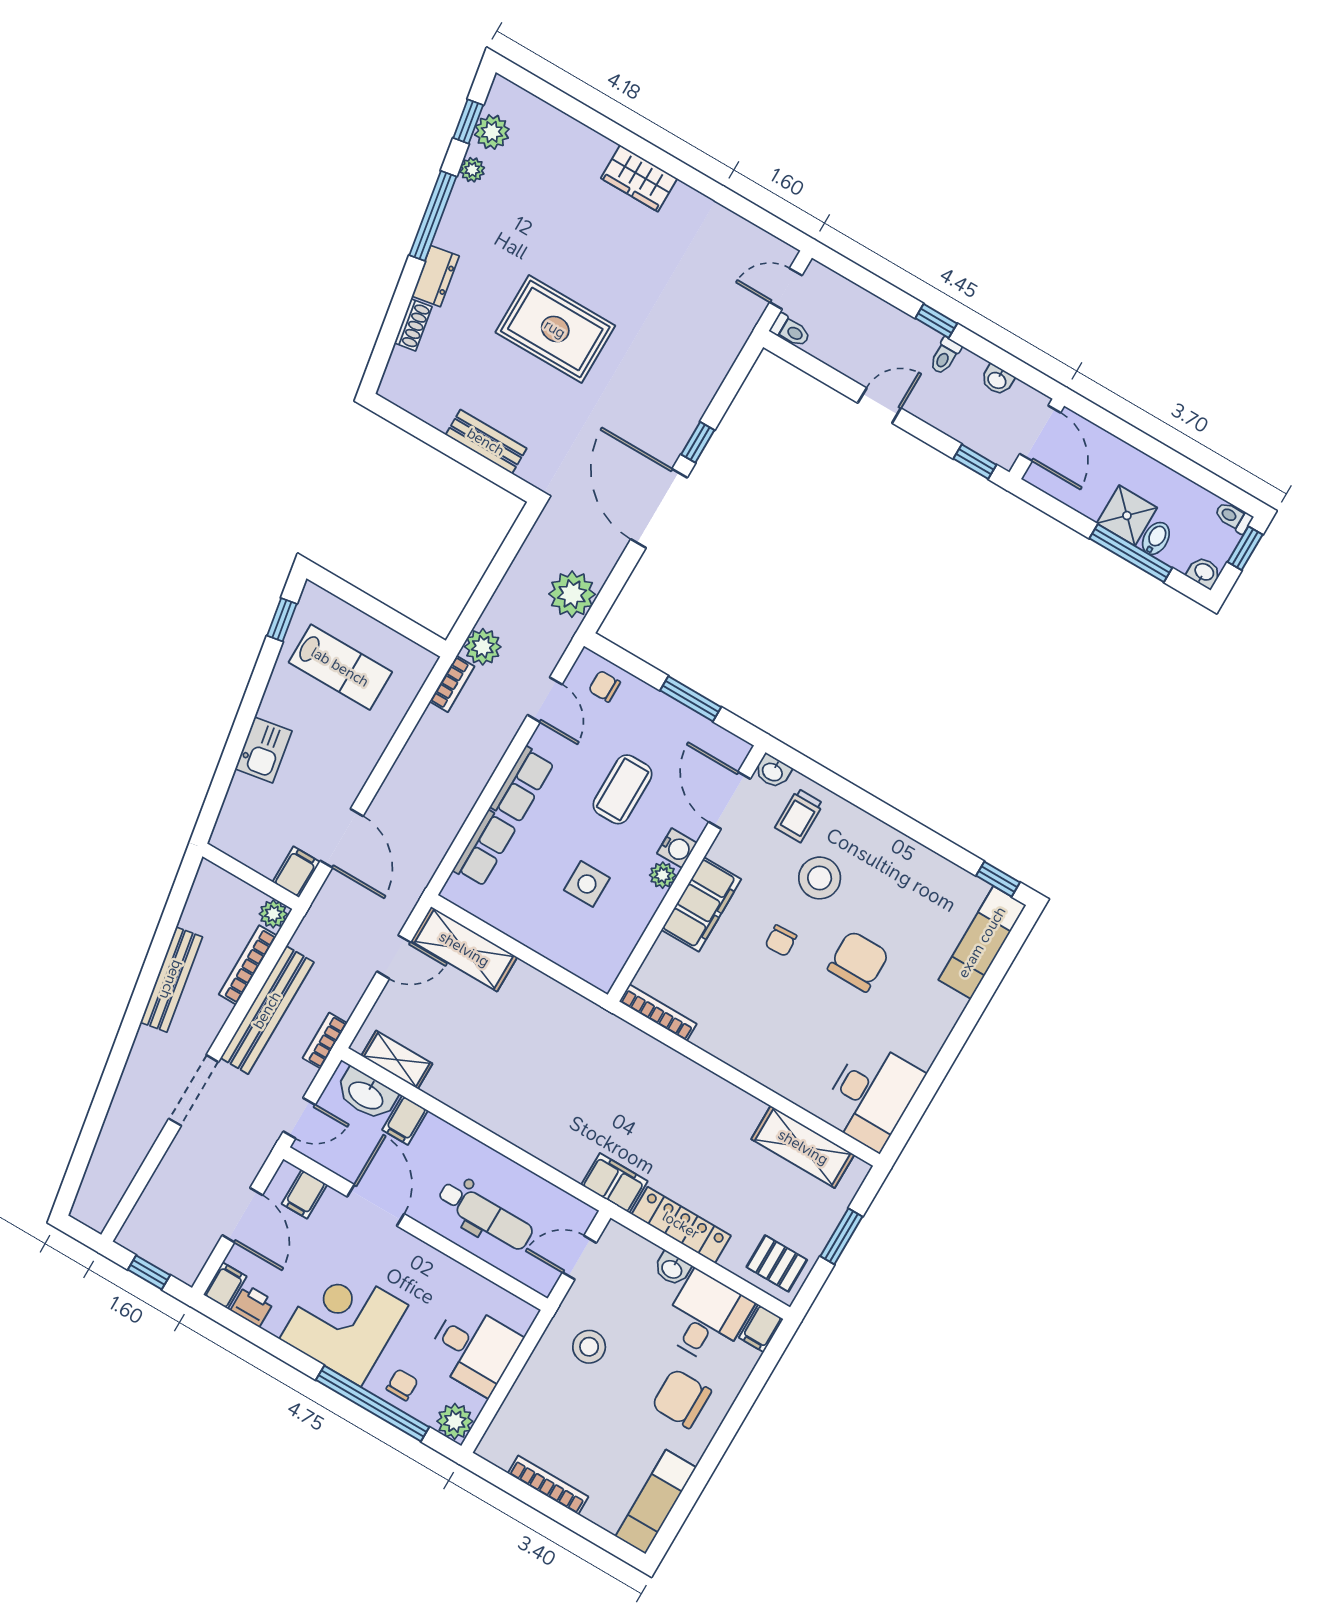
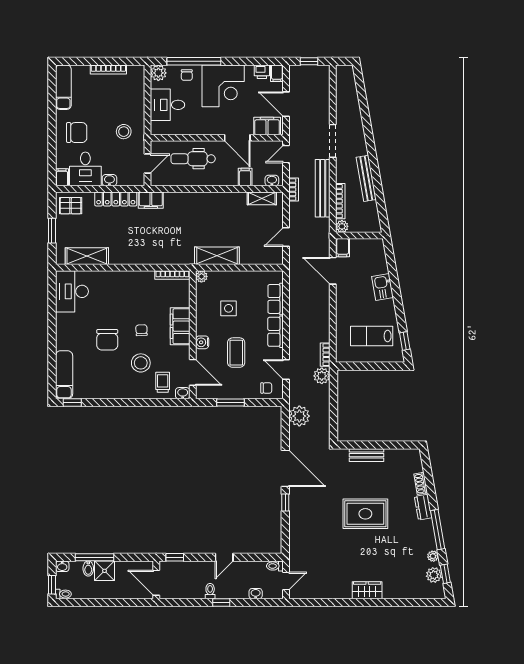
washbasin: (997, 380) -> (256, 594), moved
plant: (663, 875) -> (201, 276), moved
shelving: (464, 949) -> (217, 256), moved
washbasin: (366, 1095) -> (272, 181), width x0.52, depth x0.69
filing cabinet: (304, 1194) -> (267, 126), width x2.00

